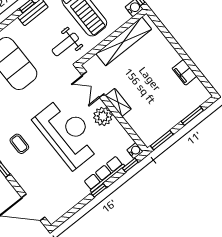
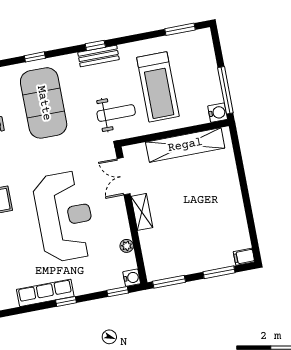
weight bench: (65, 44) -> (116, 113), turned 180
filing cabinet: (185, 72) -> (244, 257), moved, width x0.50
plant: (103, 116) -> (127, 246), moved, width x0.53, depth x0.53
row of seats: (104, 174) -> (45, 293), moved

